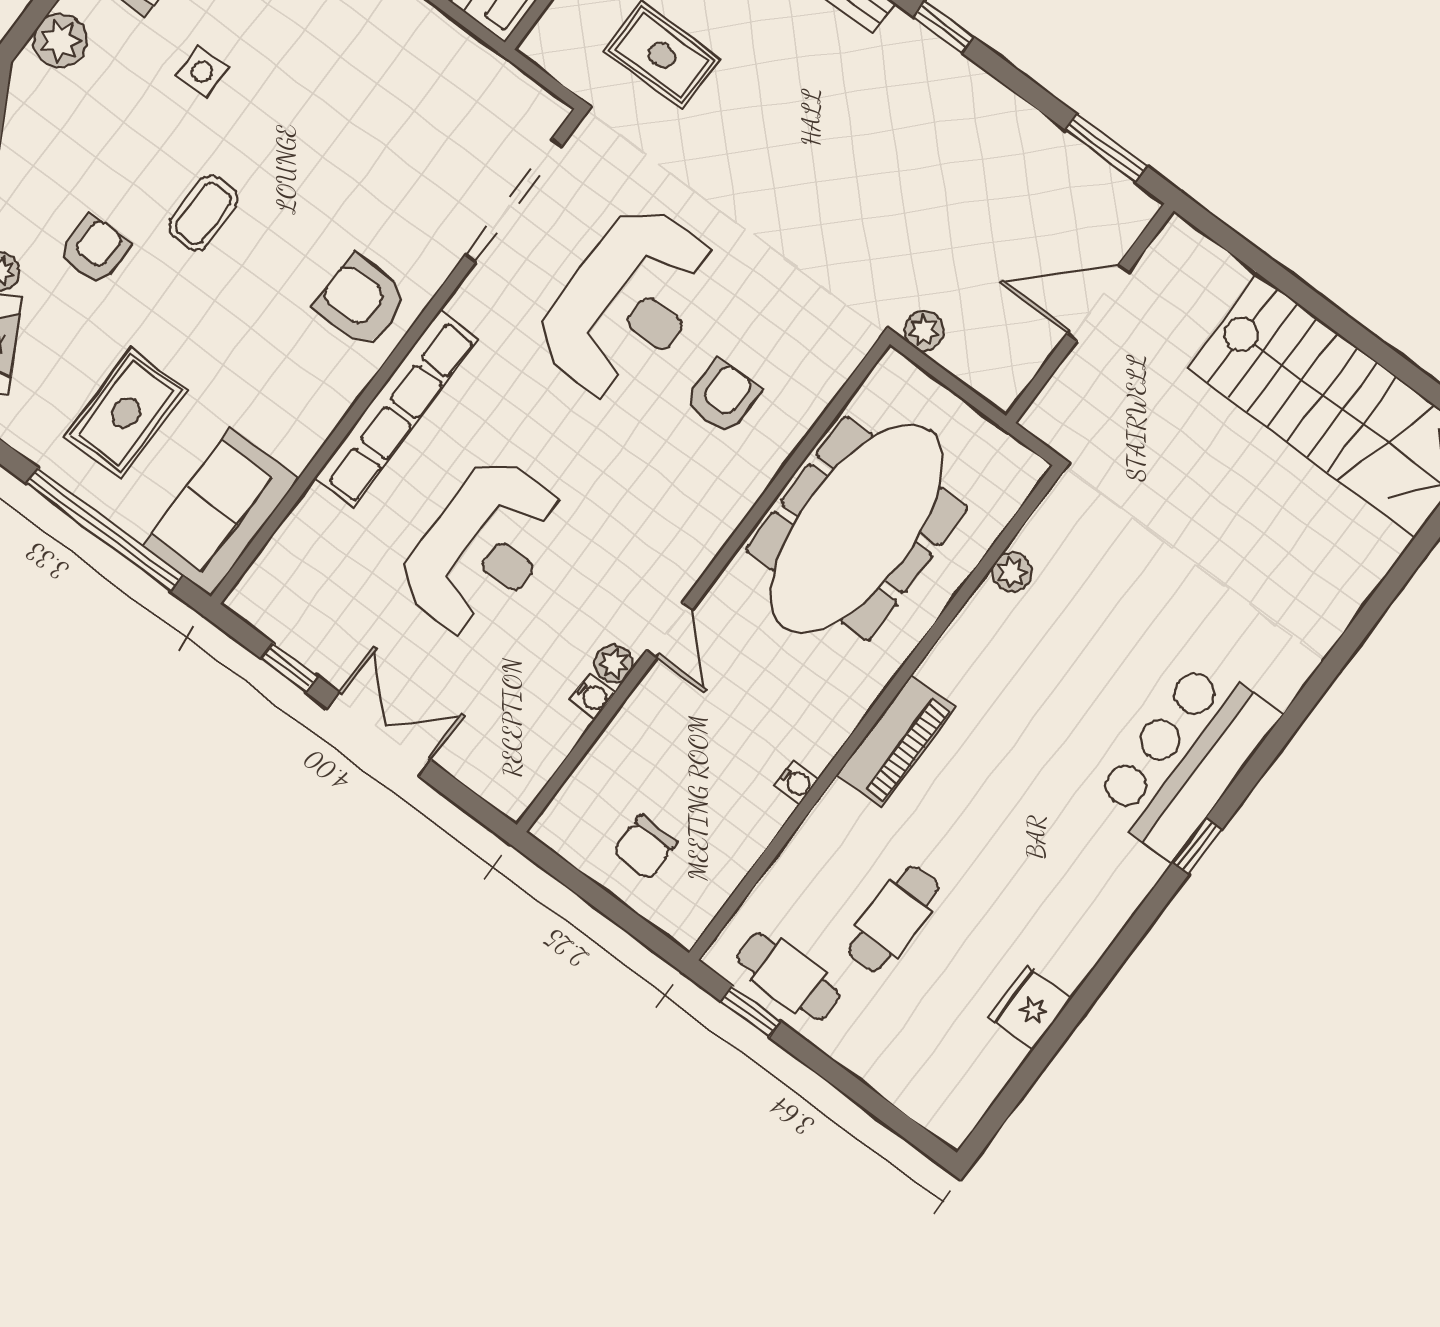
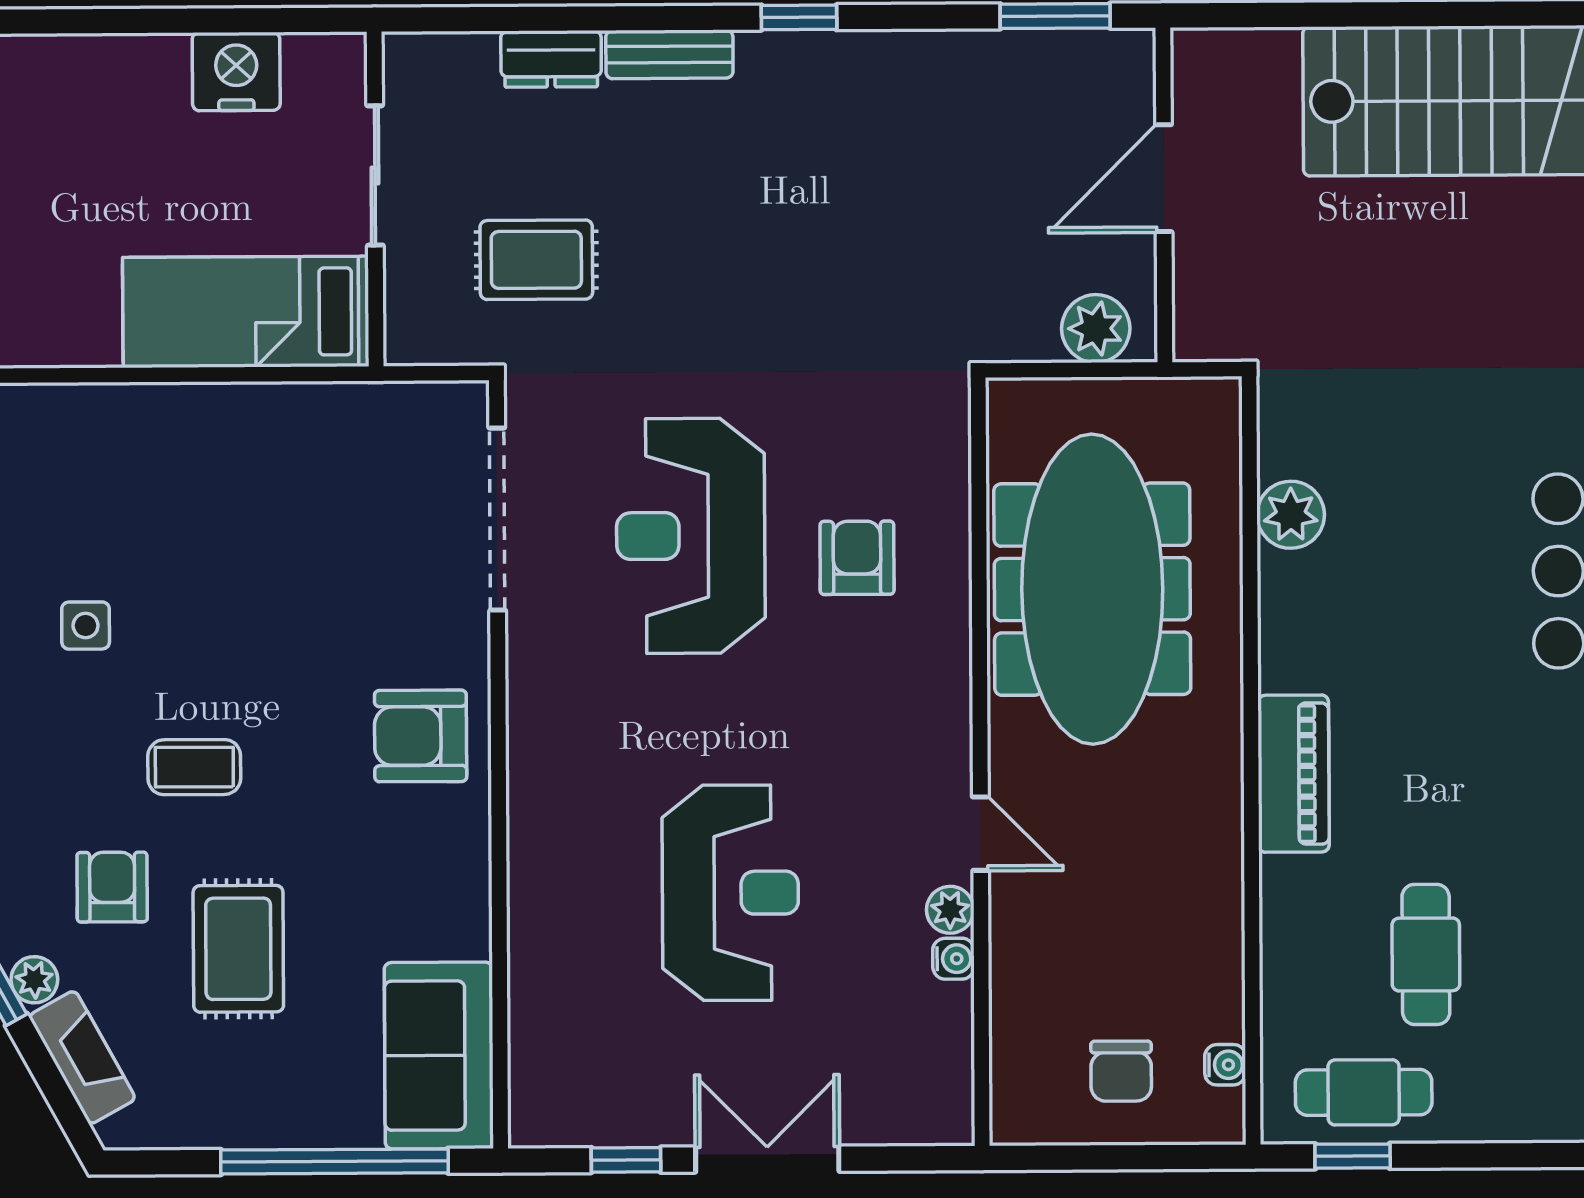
coffee table: (204, 213) -> (194, 767), turned 90
reception desk: (628, 303) -> (691, 536), turned 180
plant: (924, 331) -> (1096, 329), moved, width x1.38, depth x1.38
row of seats: (396, 409) -> (537, 818), removed
rug: (126, 413) -> (238, 949), moved
plant: (1012, 572) -> (1291, 515), width x1.38, depth x1.38
water cooler: (796, 782) -> (1225, 1065), moved

